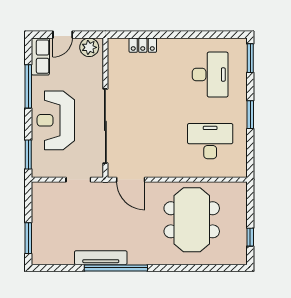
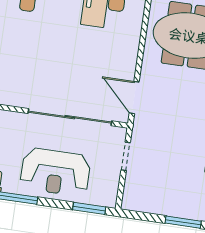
door: (131, 180) -> (134, 98), swing flipped

